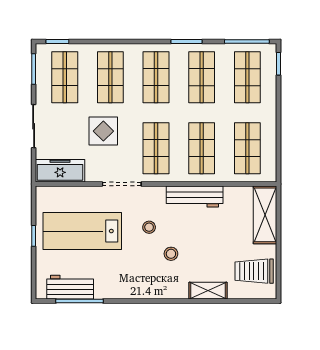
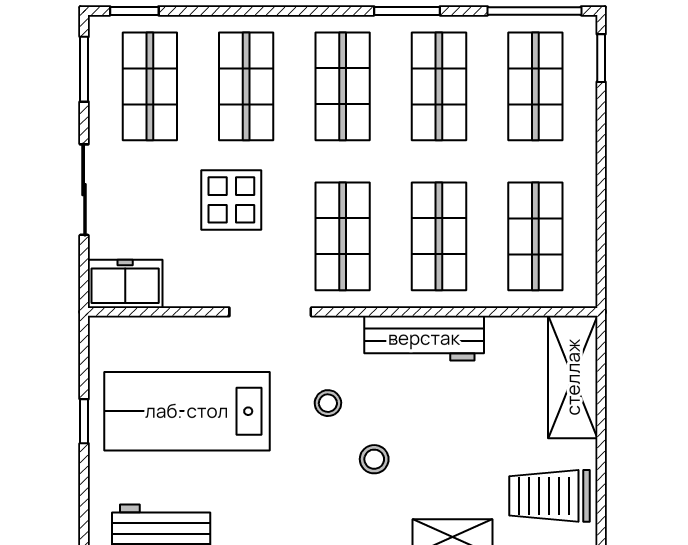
freezer: (60, 171) -> (125, 284), width x0.71

